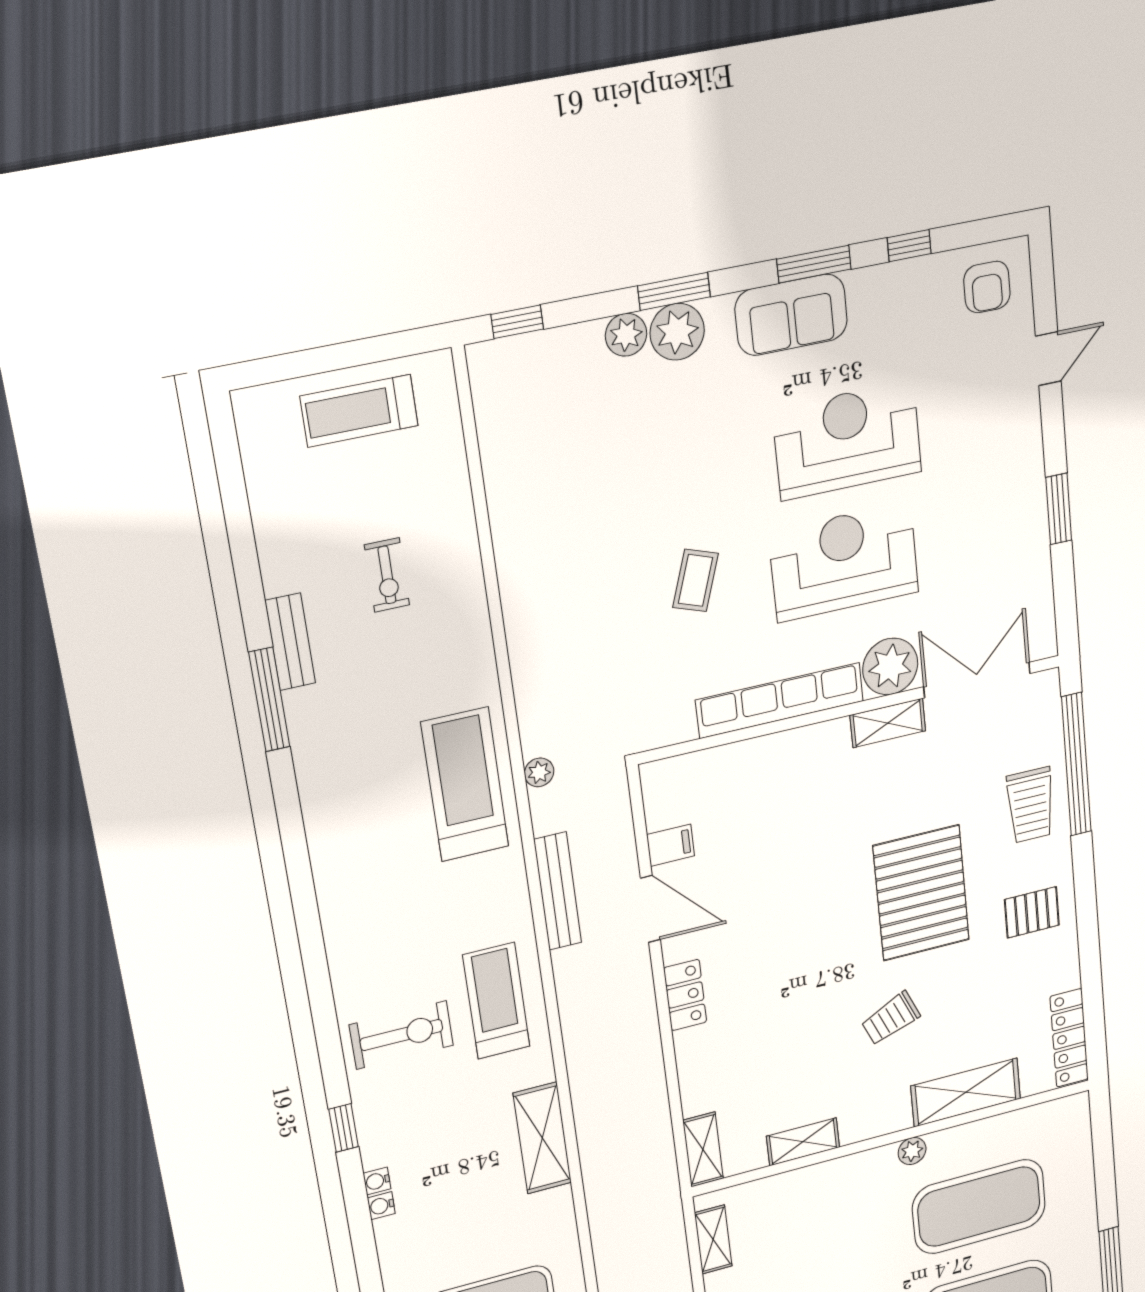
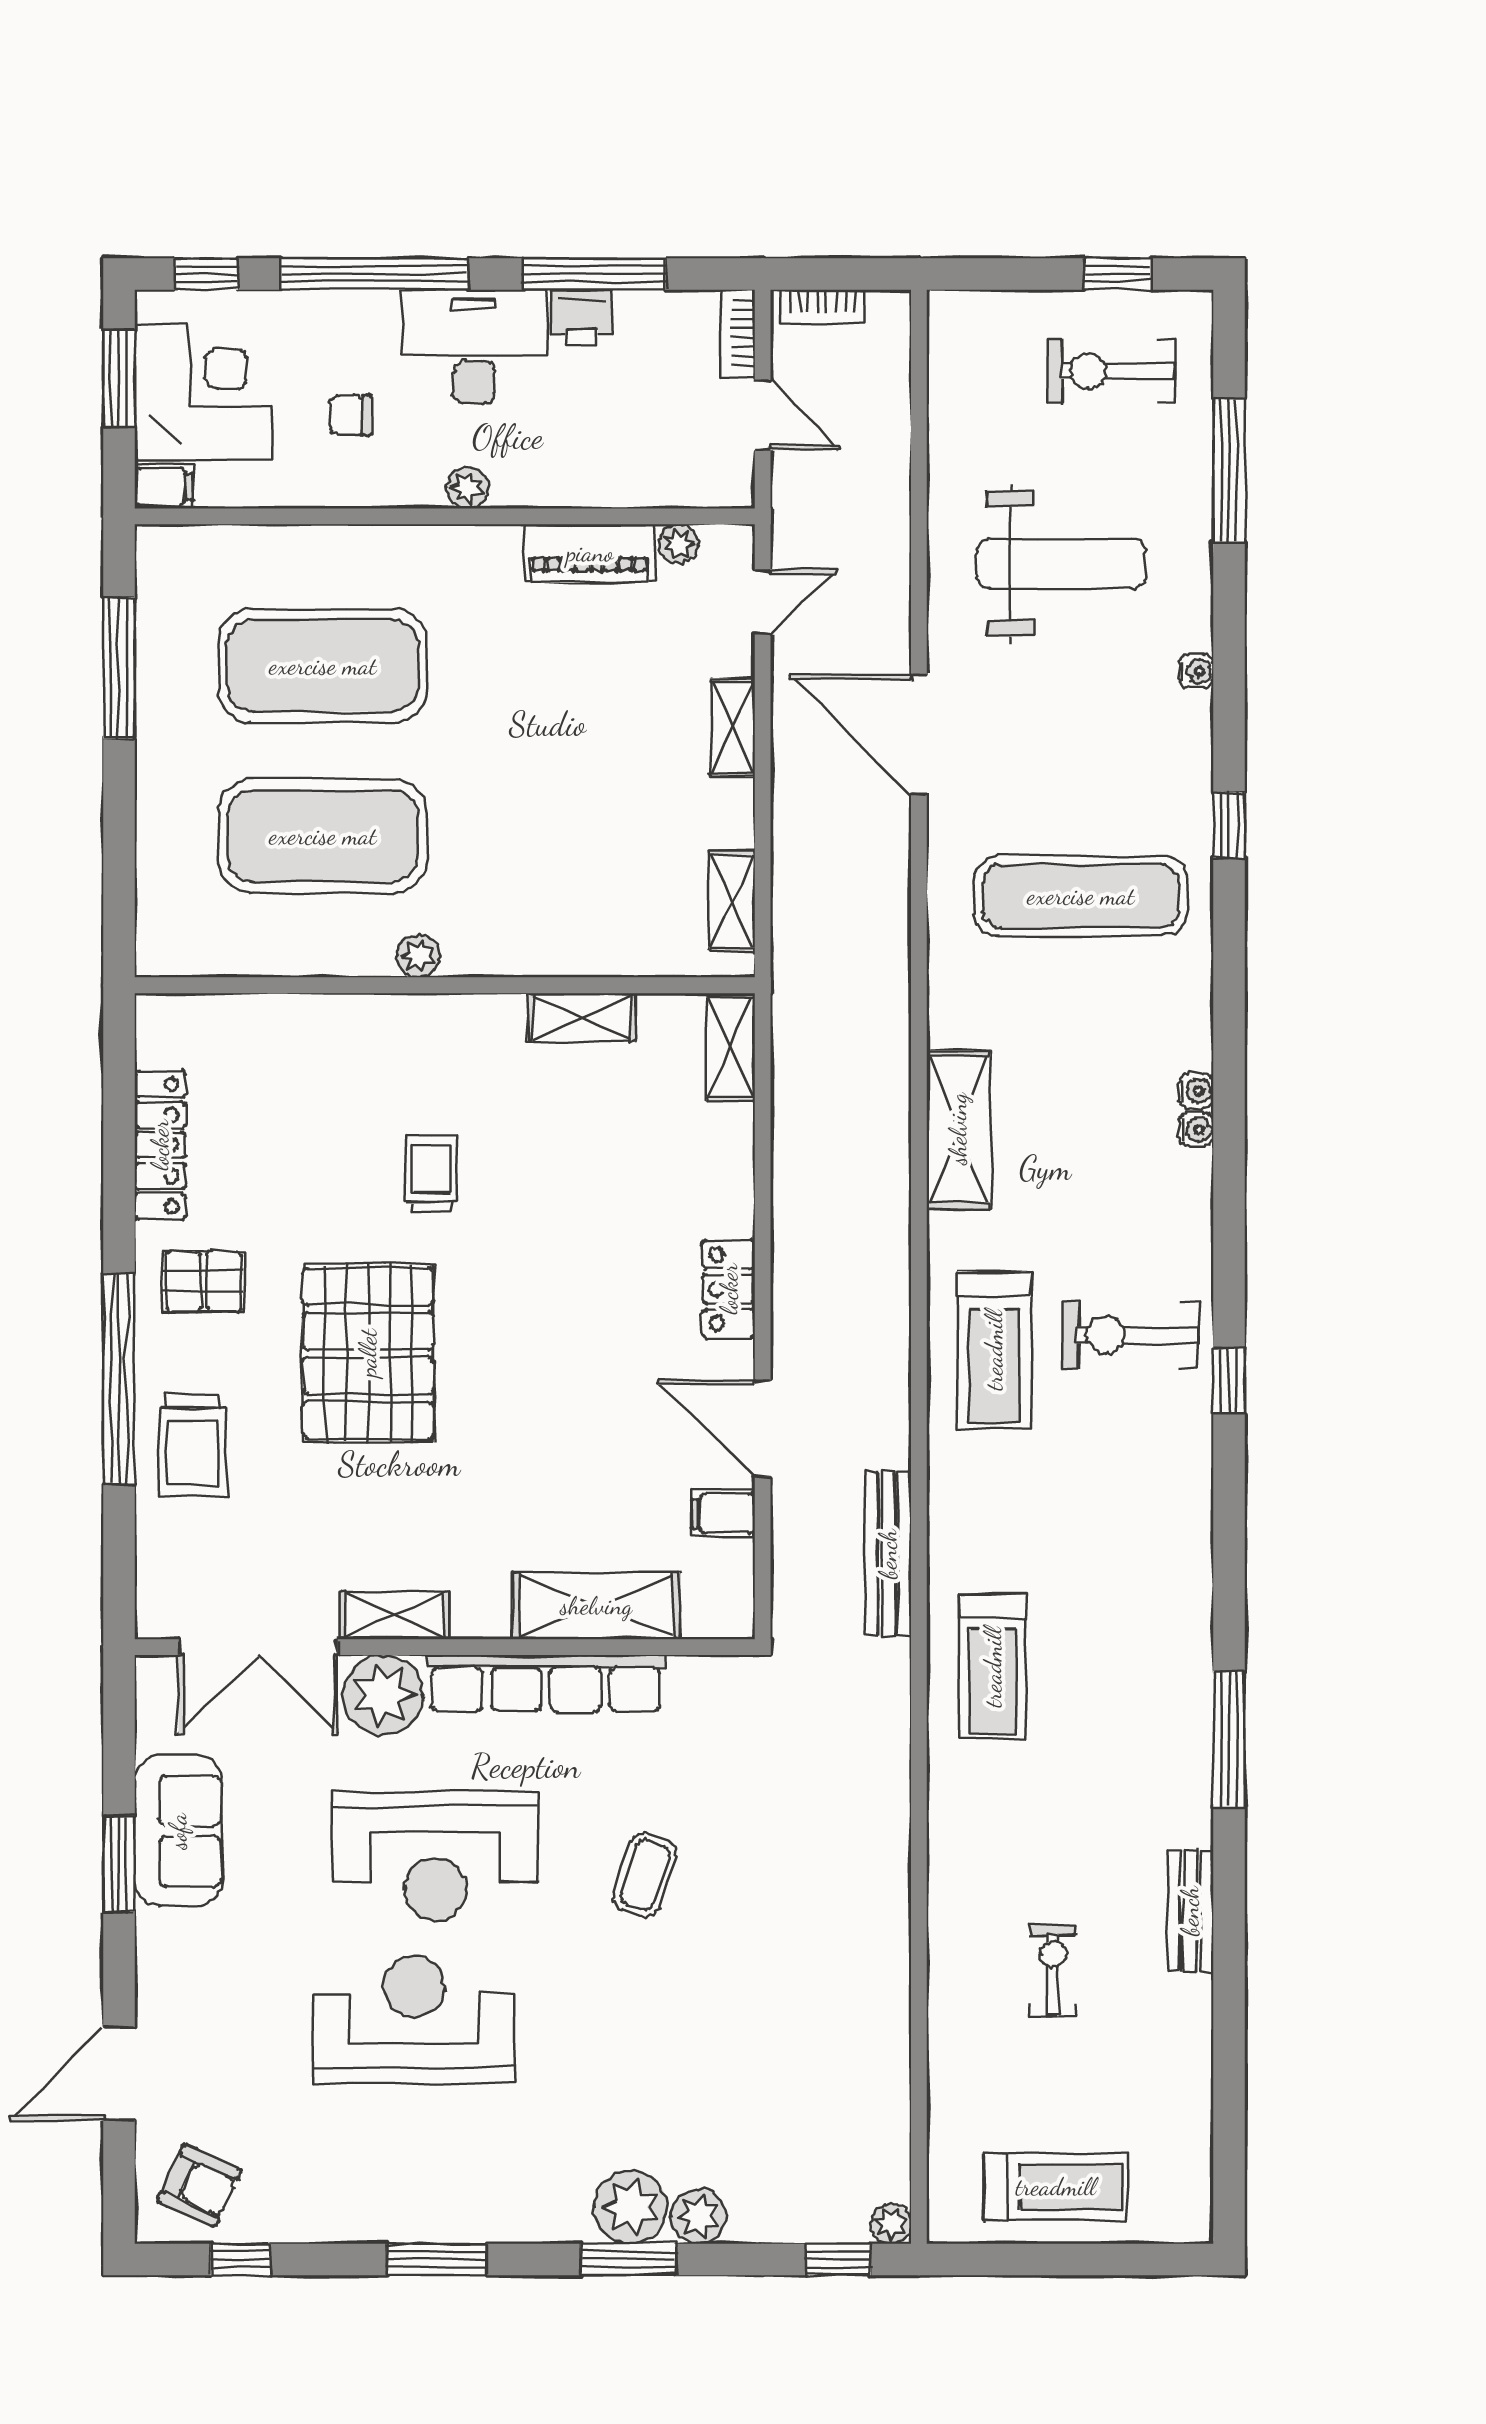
window: (909, 246) -> (241, 2259), moved
armchair: (987, 287) -> (199, 2186), turned 115
sofa: (791, 315) -> (178, 1831), moved, turned 90
door: (1048, 359) -> (119, 2074), width x1.38
reception desk: (847, 441) -> (414, 2020), turned 180
window: (269, 699) -> (1229, 1739), moved
window: (1076, 764) -> (119, 1379), moved
plant: (539, 772) -> (891, 2224), moved
treadmill: (465, 785) -> (993, 1667), width x0.73, depth x0.73
trolley: (1030, 805) -> (193, 1445), turned 180
bench: (558, 891) -> (888, 1554), moved
trolley: (891, 1018) -> (431, 1174), turned -67
locker: (1069, 1038) -> (160, 1145), moved
shelving: (966, 1092) -> (596, 1606), moved
window: (344, 1128) -> (1229, 1381), moved

